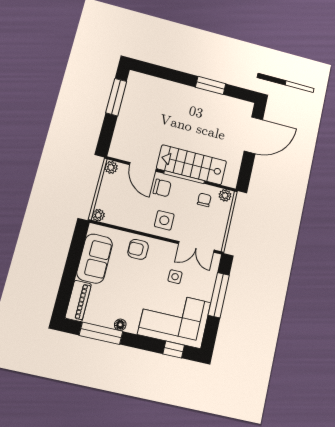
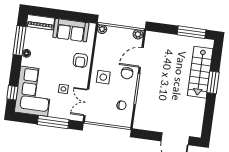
window: (211, 85) -> (213, 82), moved
stairs: (192, 165) -> (200, 72), moved, turned 180
plant: (225, 195) -> (127, 121), removed
armchair: (138, 249) -> (80, 60), turned 180

